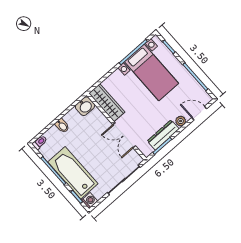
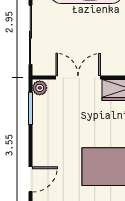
plant: (181, 121) -> (40, 88), moved
dresser: (163, 135) -> (41, 120), removed

